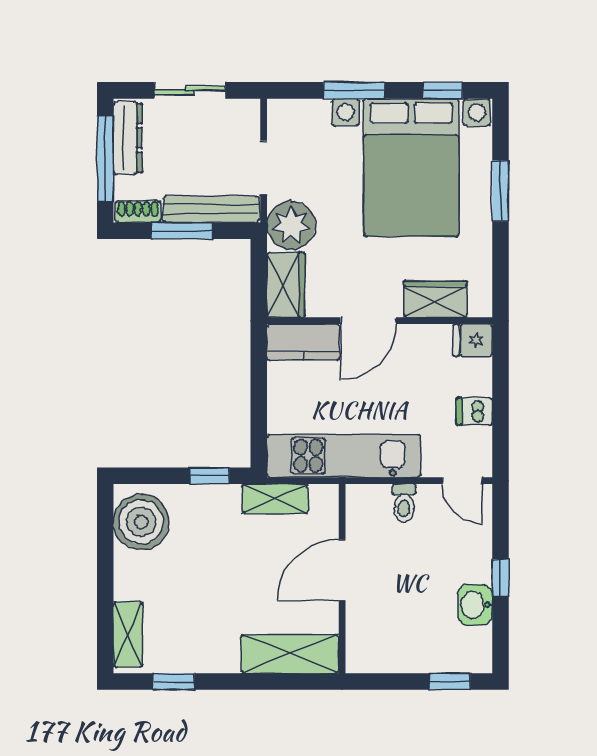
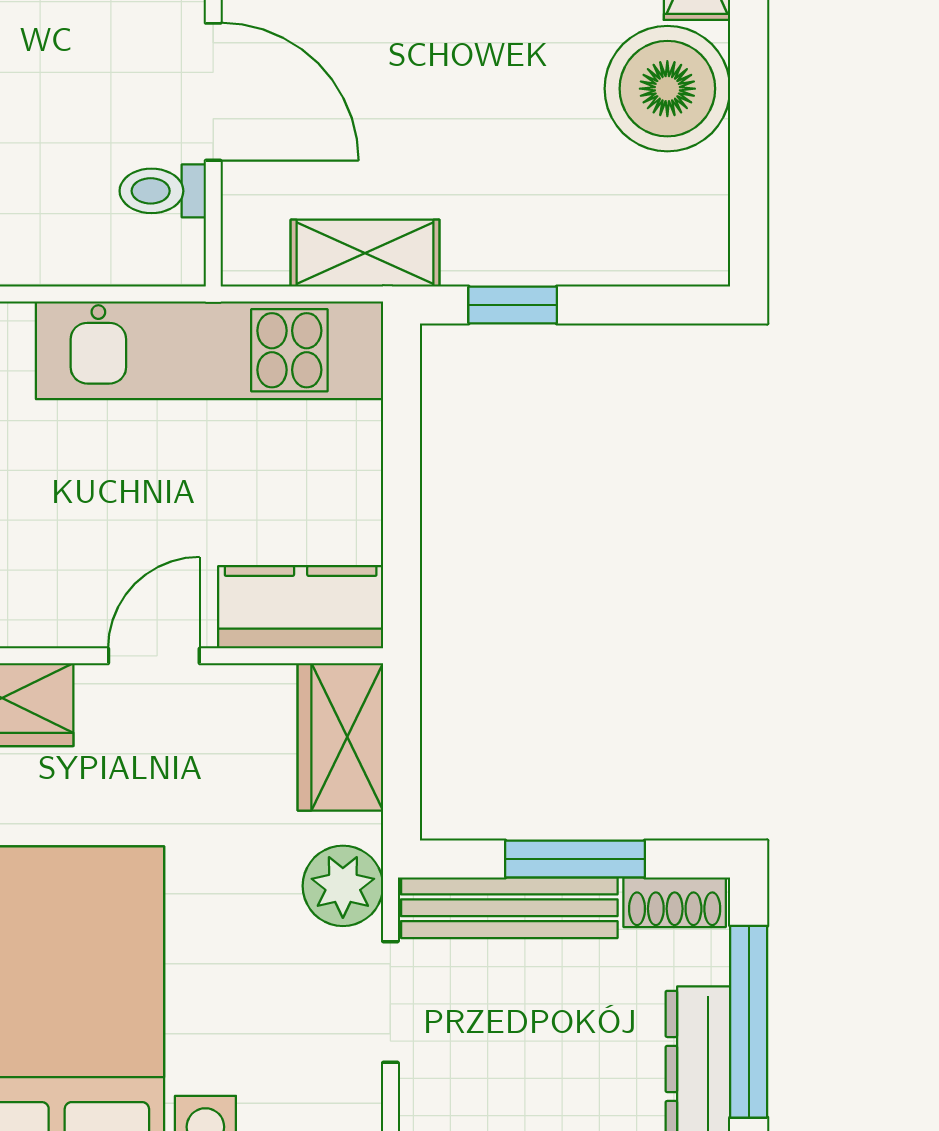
plant: (291, 225) -> (343, 886), width x0.73, depth x0.73
door: (368, 321) -> (154, 656), width x0.73
toilet: (404, 503) -> (163, 191), moved, turned -90
boiler: (141, 522) -> (667, 89), moved
door: (342, 570) -> (213, 92), hinge flipped

